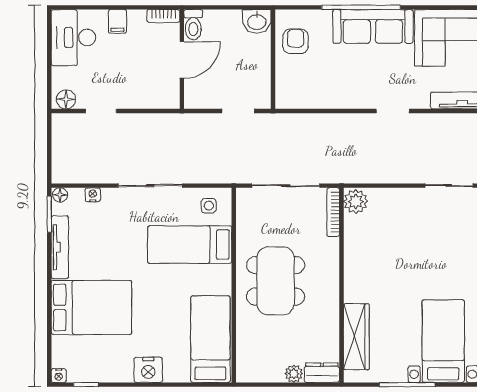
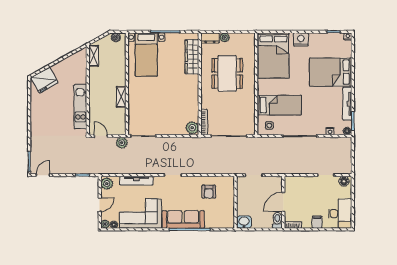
armchair: (296, 41) -> (209, 192), moved
dining table: (276, 281) -> (227, 73), moved
bed: (210, 339) -> (273, 56), width x1.50

